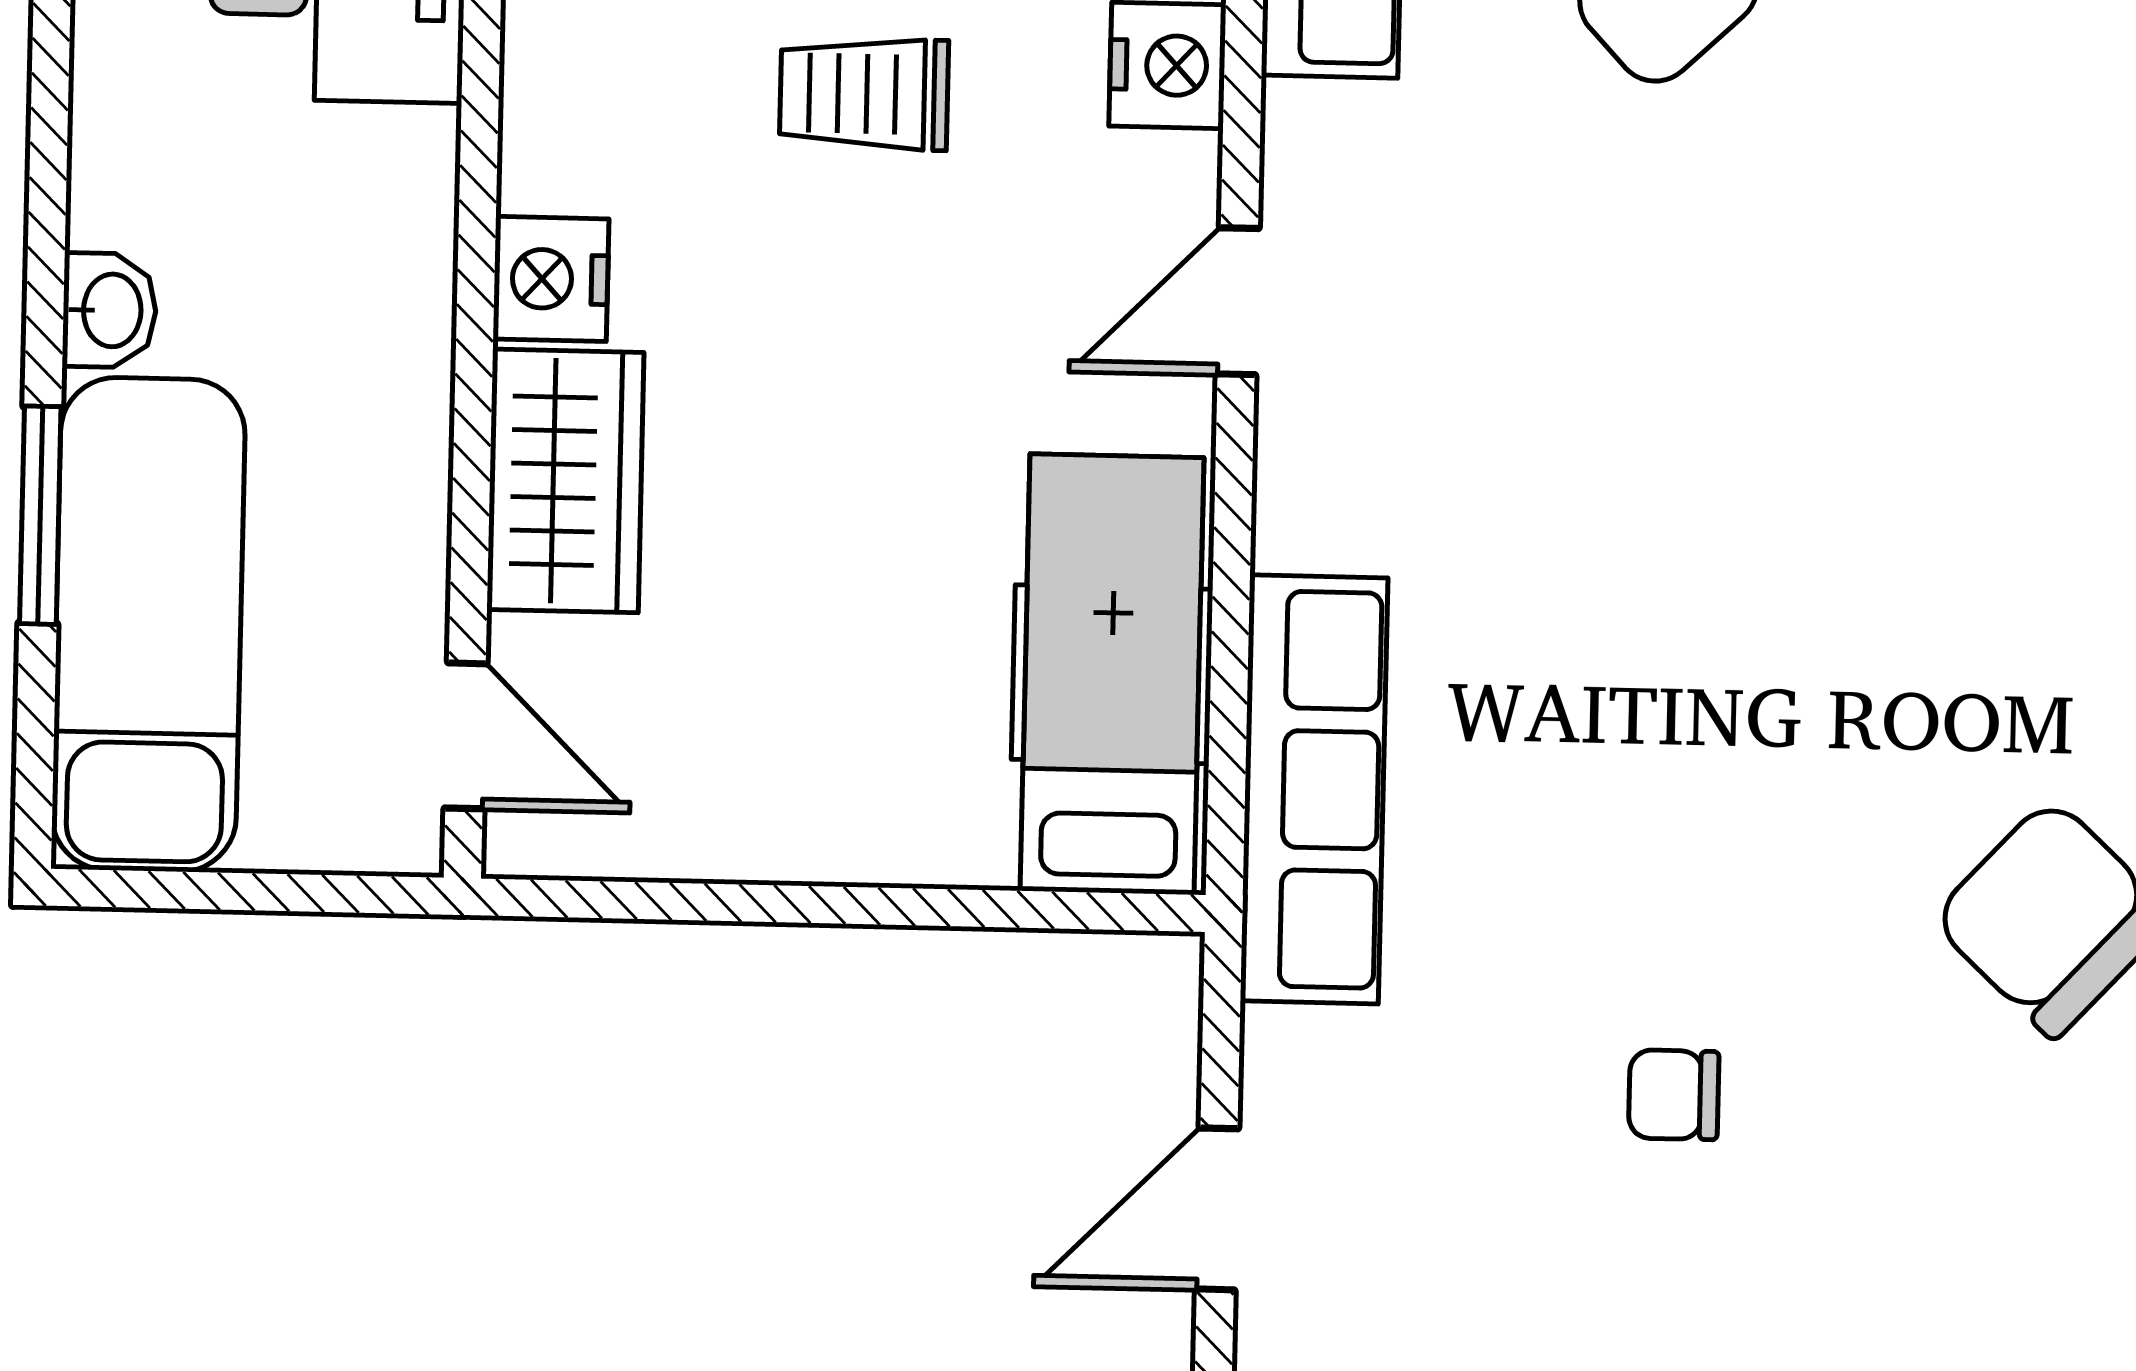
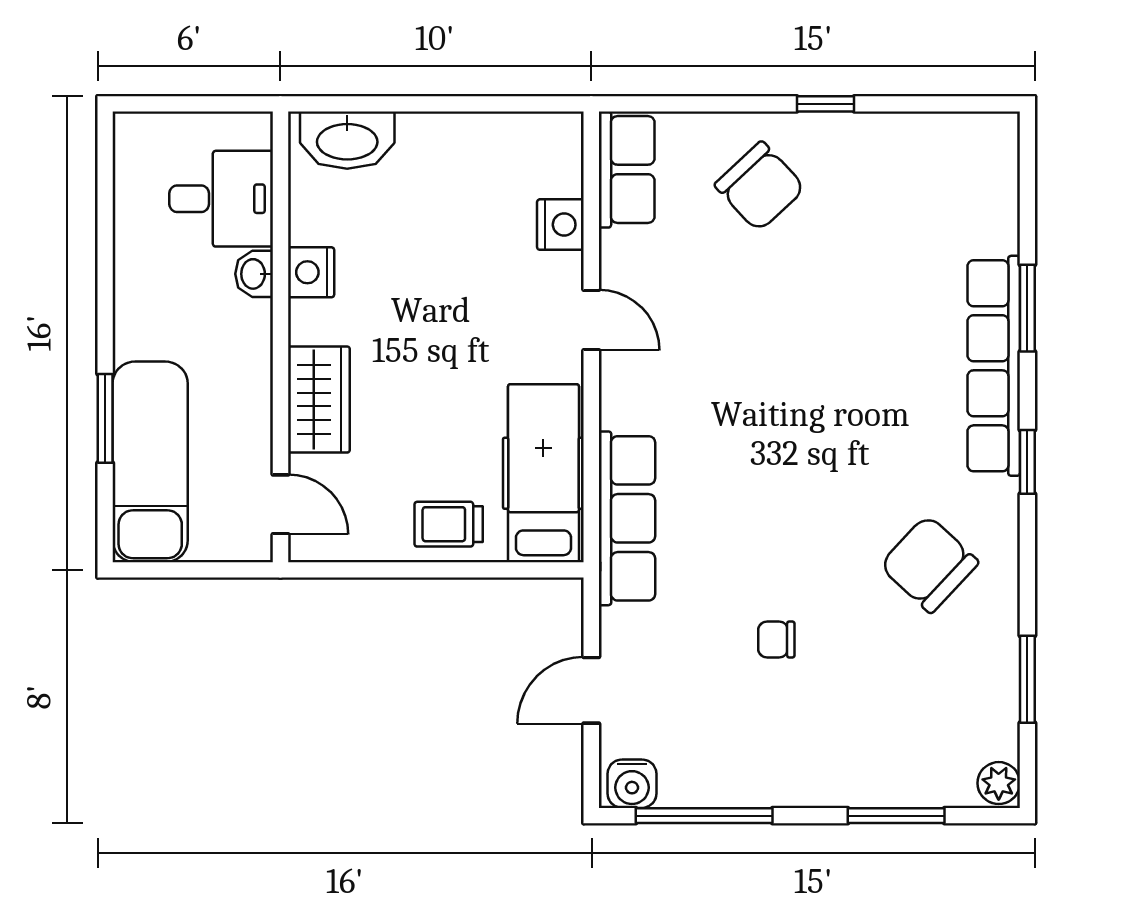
trolley: (864, 94) -> (449, 524), moved
nightstand: (551, 279) -> (311, 272), moved
door: (1238, 301) -> (591, 320), swing flipped
washbasin: (109, 310) -> (254, 274), moved, turned 180

